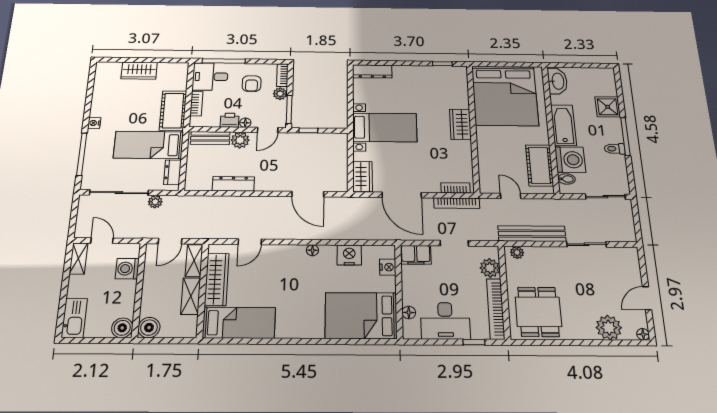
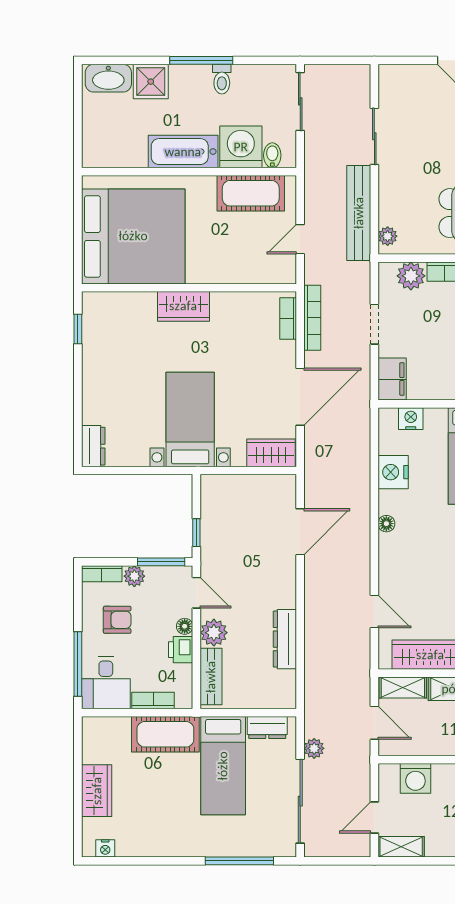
dresser: (372, 71) -> (93, 446), width x0.70
washbasin: (557, 81) -> (108, 78), moved, turned 180
nightstand: (94, 123) -> (105, 848), moved

